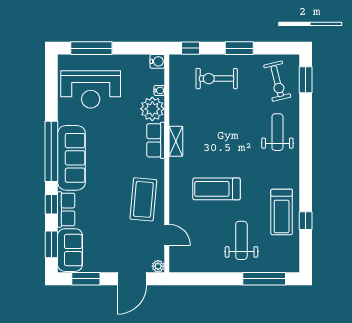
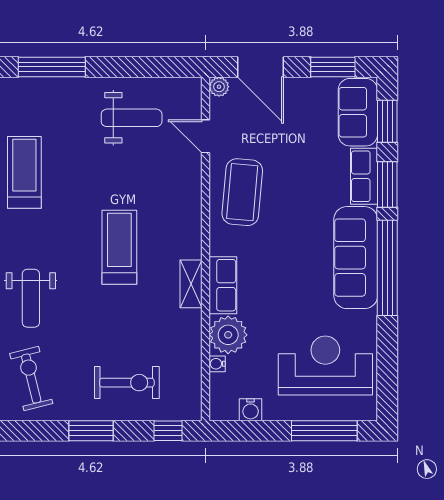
water cooler: (157, 61) -> (251, 410), moved, turned -90
treadmill: (217, 189) -> (119, 247), moved, turned -90
window: (51, 204) -> (387, 184), width x1.50
weight bench: (241, 240) -> (132, 118), moved, turned -90
door: (132, 279) -> (261, 67), swing flipped

